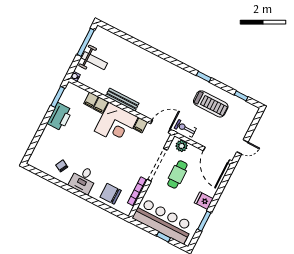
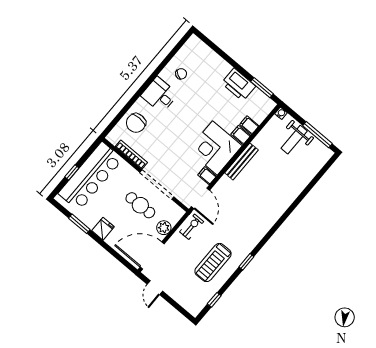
plant: (182, 146) -> (164, 228), moved
chair: (111, 194) -> (136, 123), turned 180

